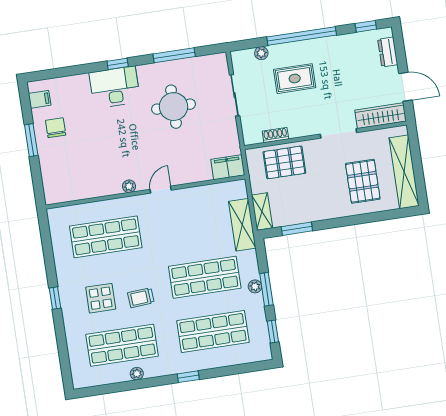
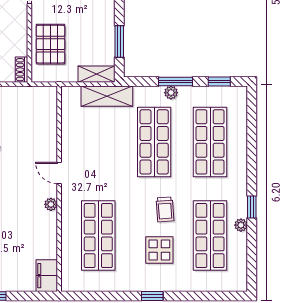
shoe rack: (275, 135) -> (22, 70), moved
filing cabinet: (228, 167) -> (47, 276), moved
window: (188, 377) -> (252, 207), moved

